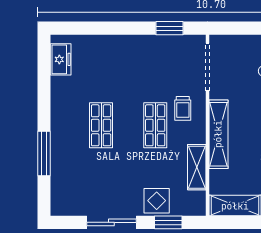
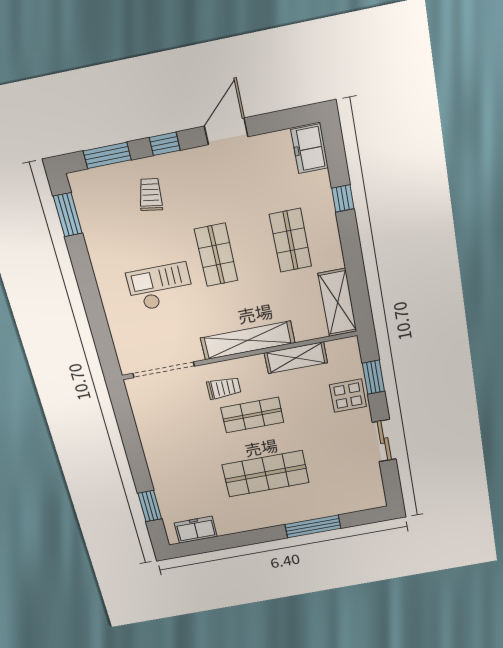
window: (170, 28) -> (150, 506), moved
shop shelf: (101, 125) -> (266, 474), width x1.43, depth x1.36
sliding door: (111, 222) -> (384, 441), width x0.73

